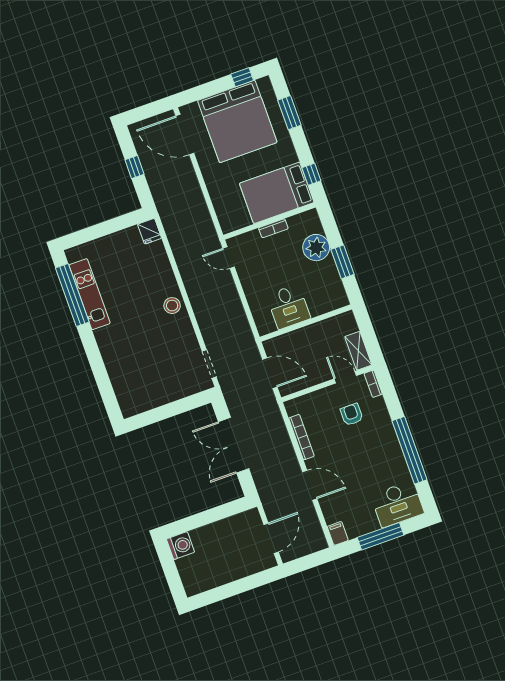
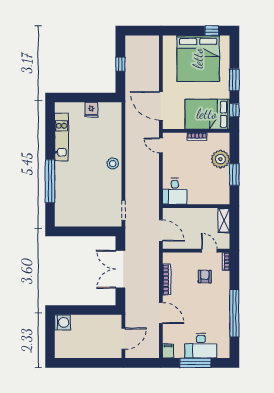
window: (289, 113) -> (234, 80), moved
door: (185, 135) -> (161, 106), moved
fridge: (150, 231) -> (91, 110), moved
window: (72, 295) -> (50, 181), moved
desk: (289, 307) -> (175, 191), moved
shelving: (358, 351) -> (224, 220), moved
desk: (397, 504) -> (201, 346), moved

